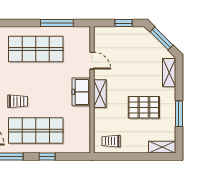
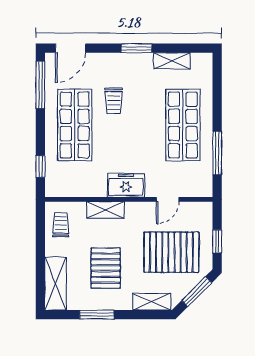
pallet: (132, 58) -> (171, 252), added
shelving: (100, 94) -> (105, 210), moved
shelving: (162, 147) -> (56, 284), width x1.50, depth x1.33
window: (47, 156) -> (40, 166), moved

